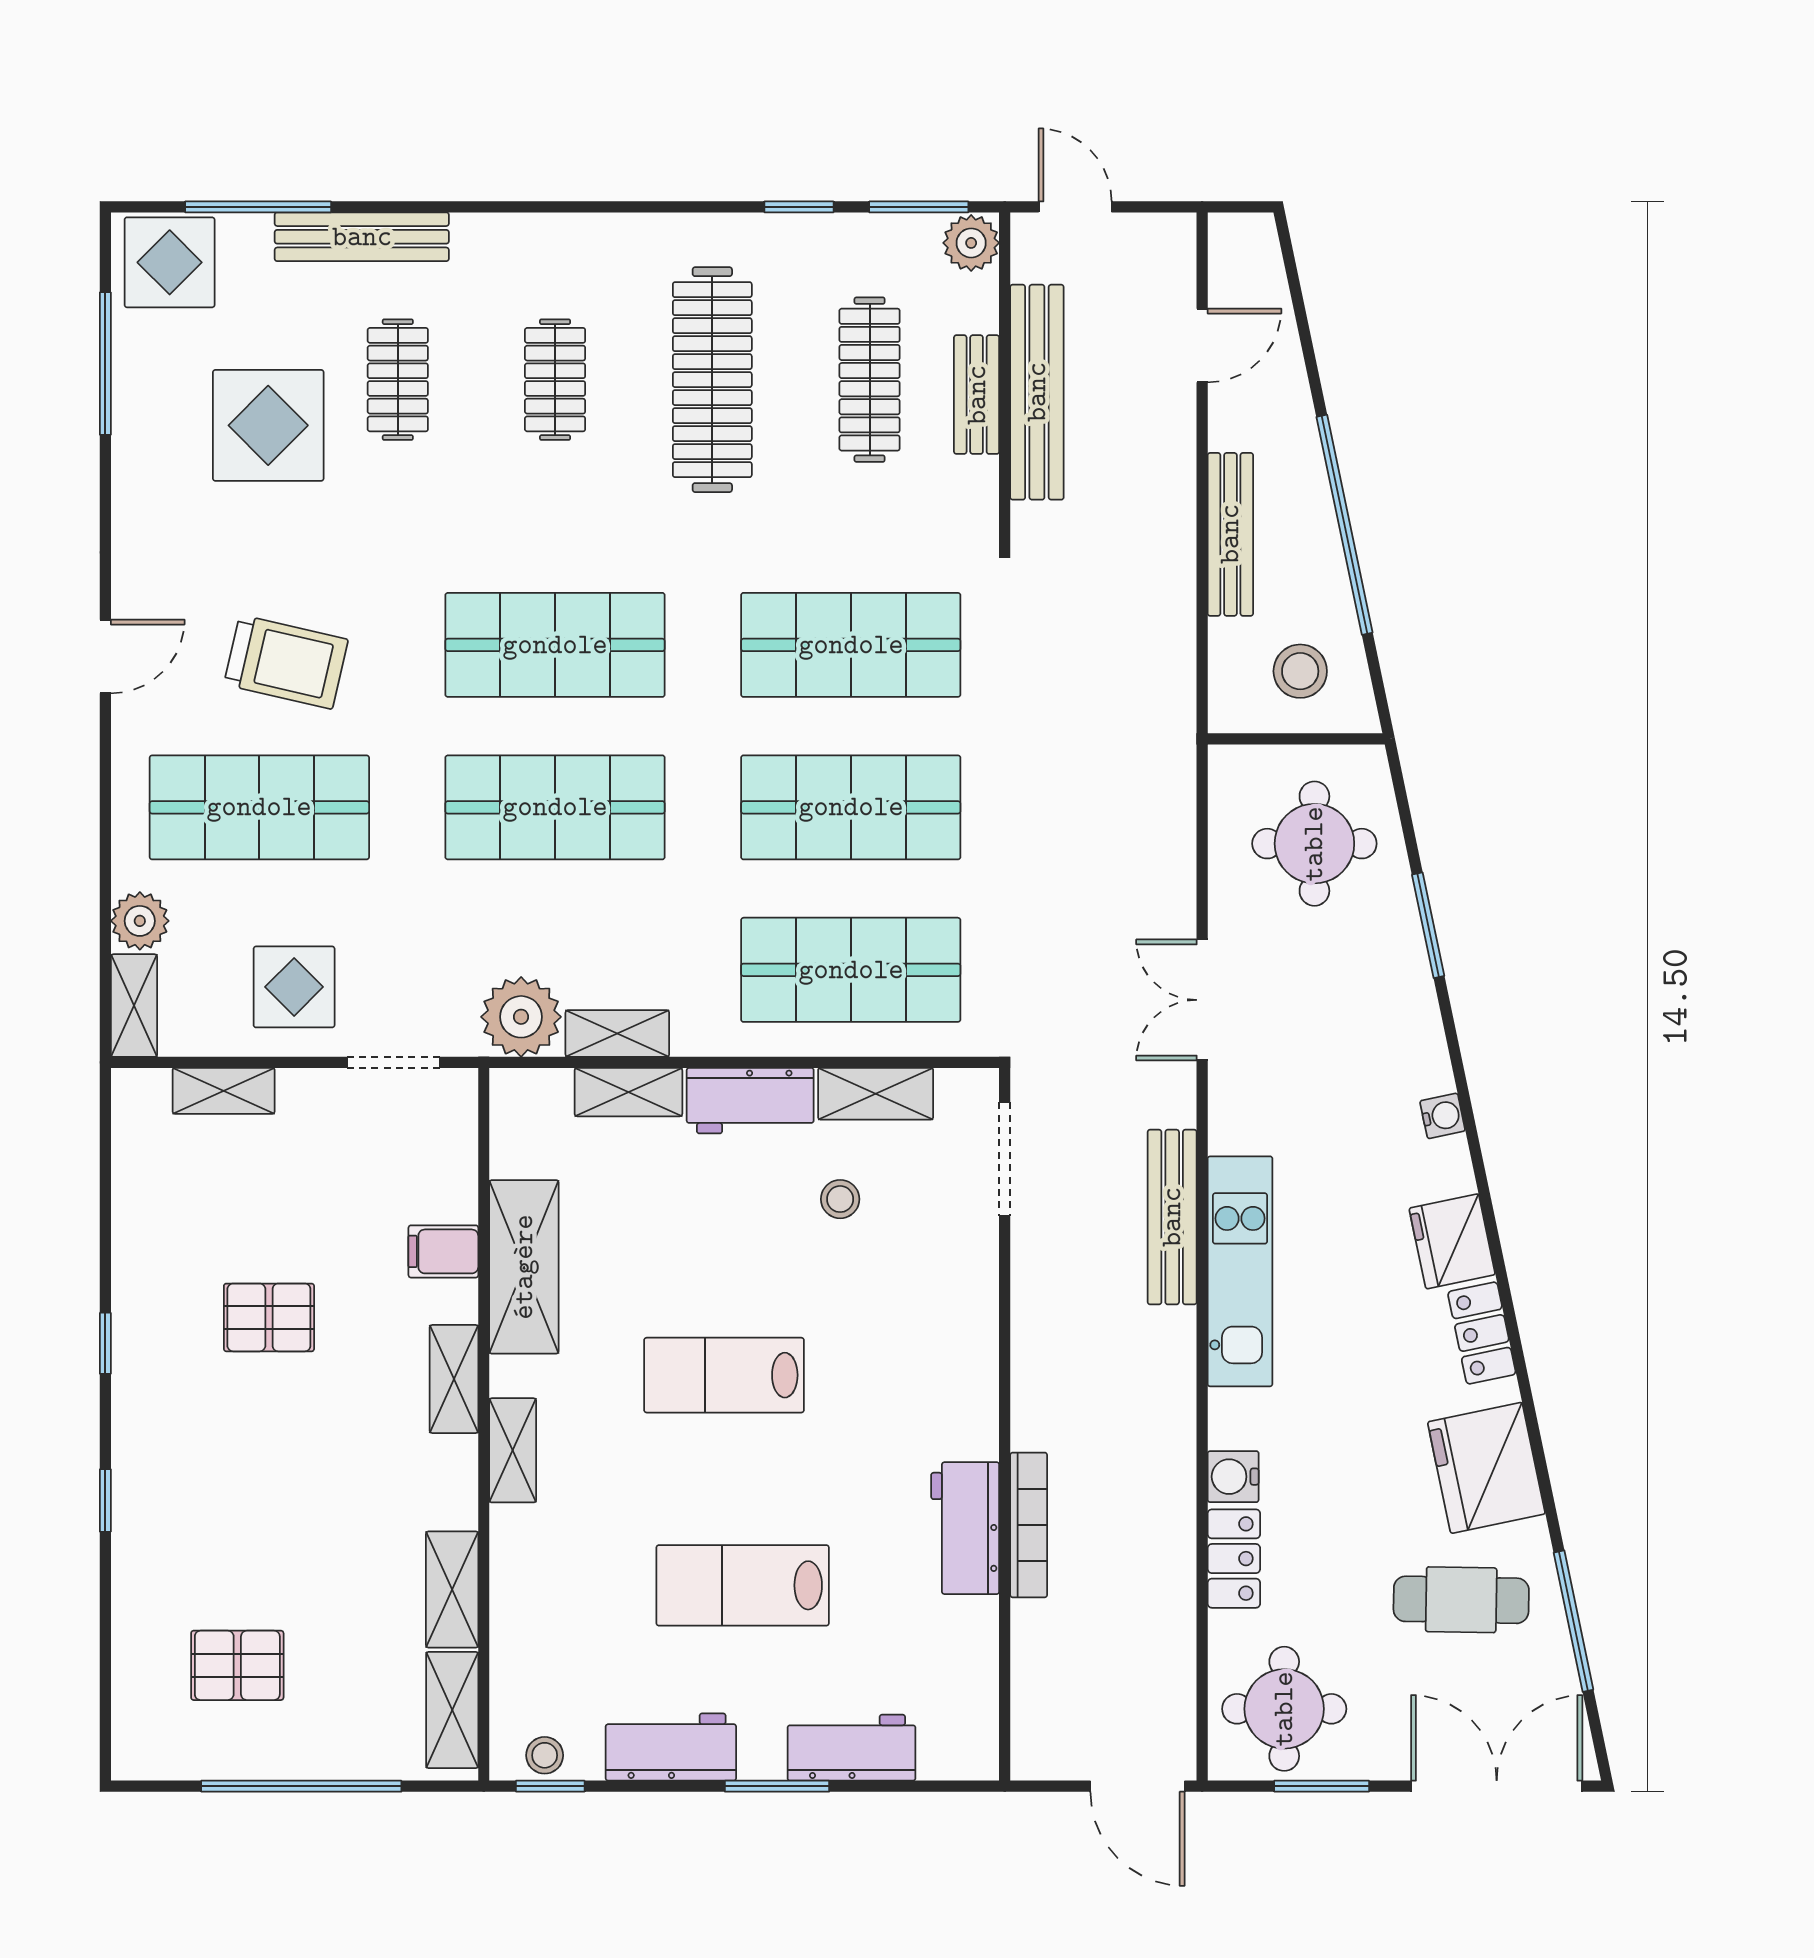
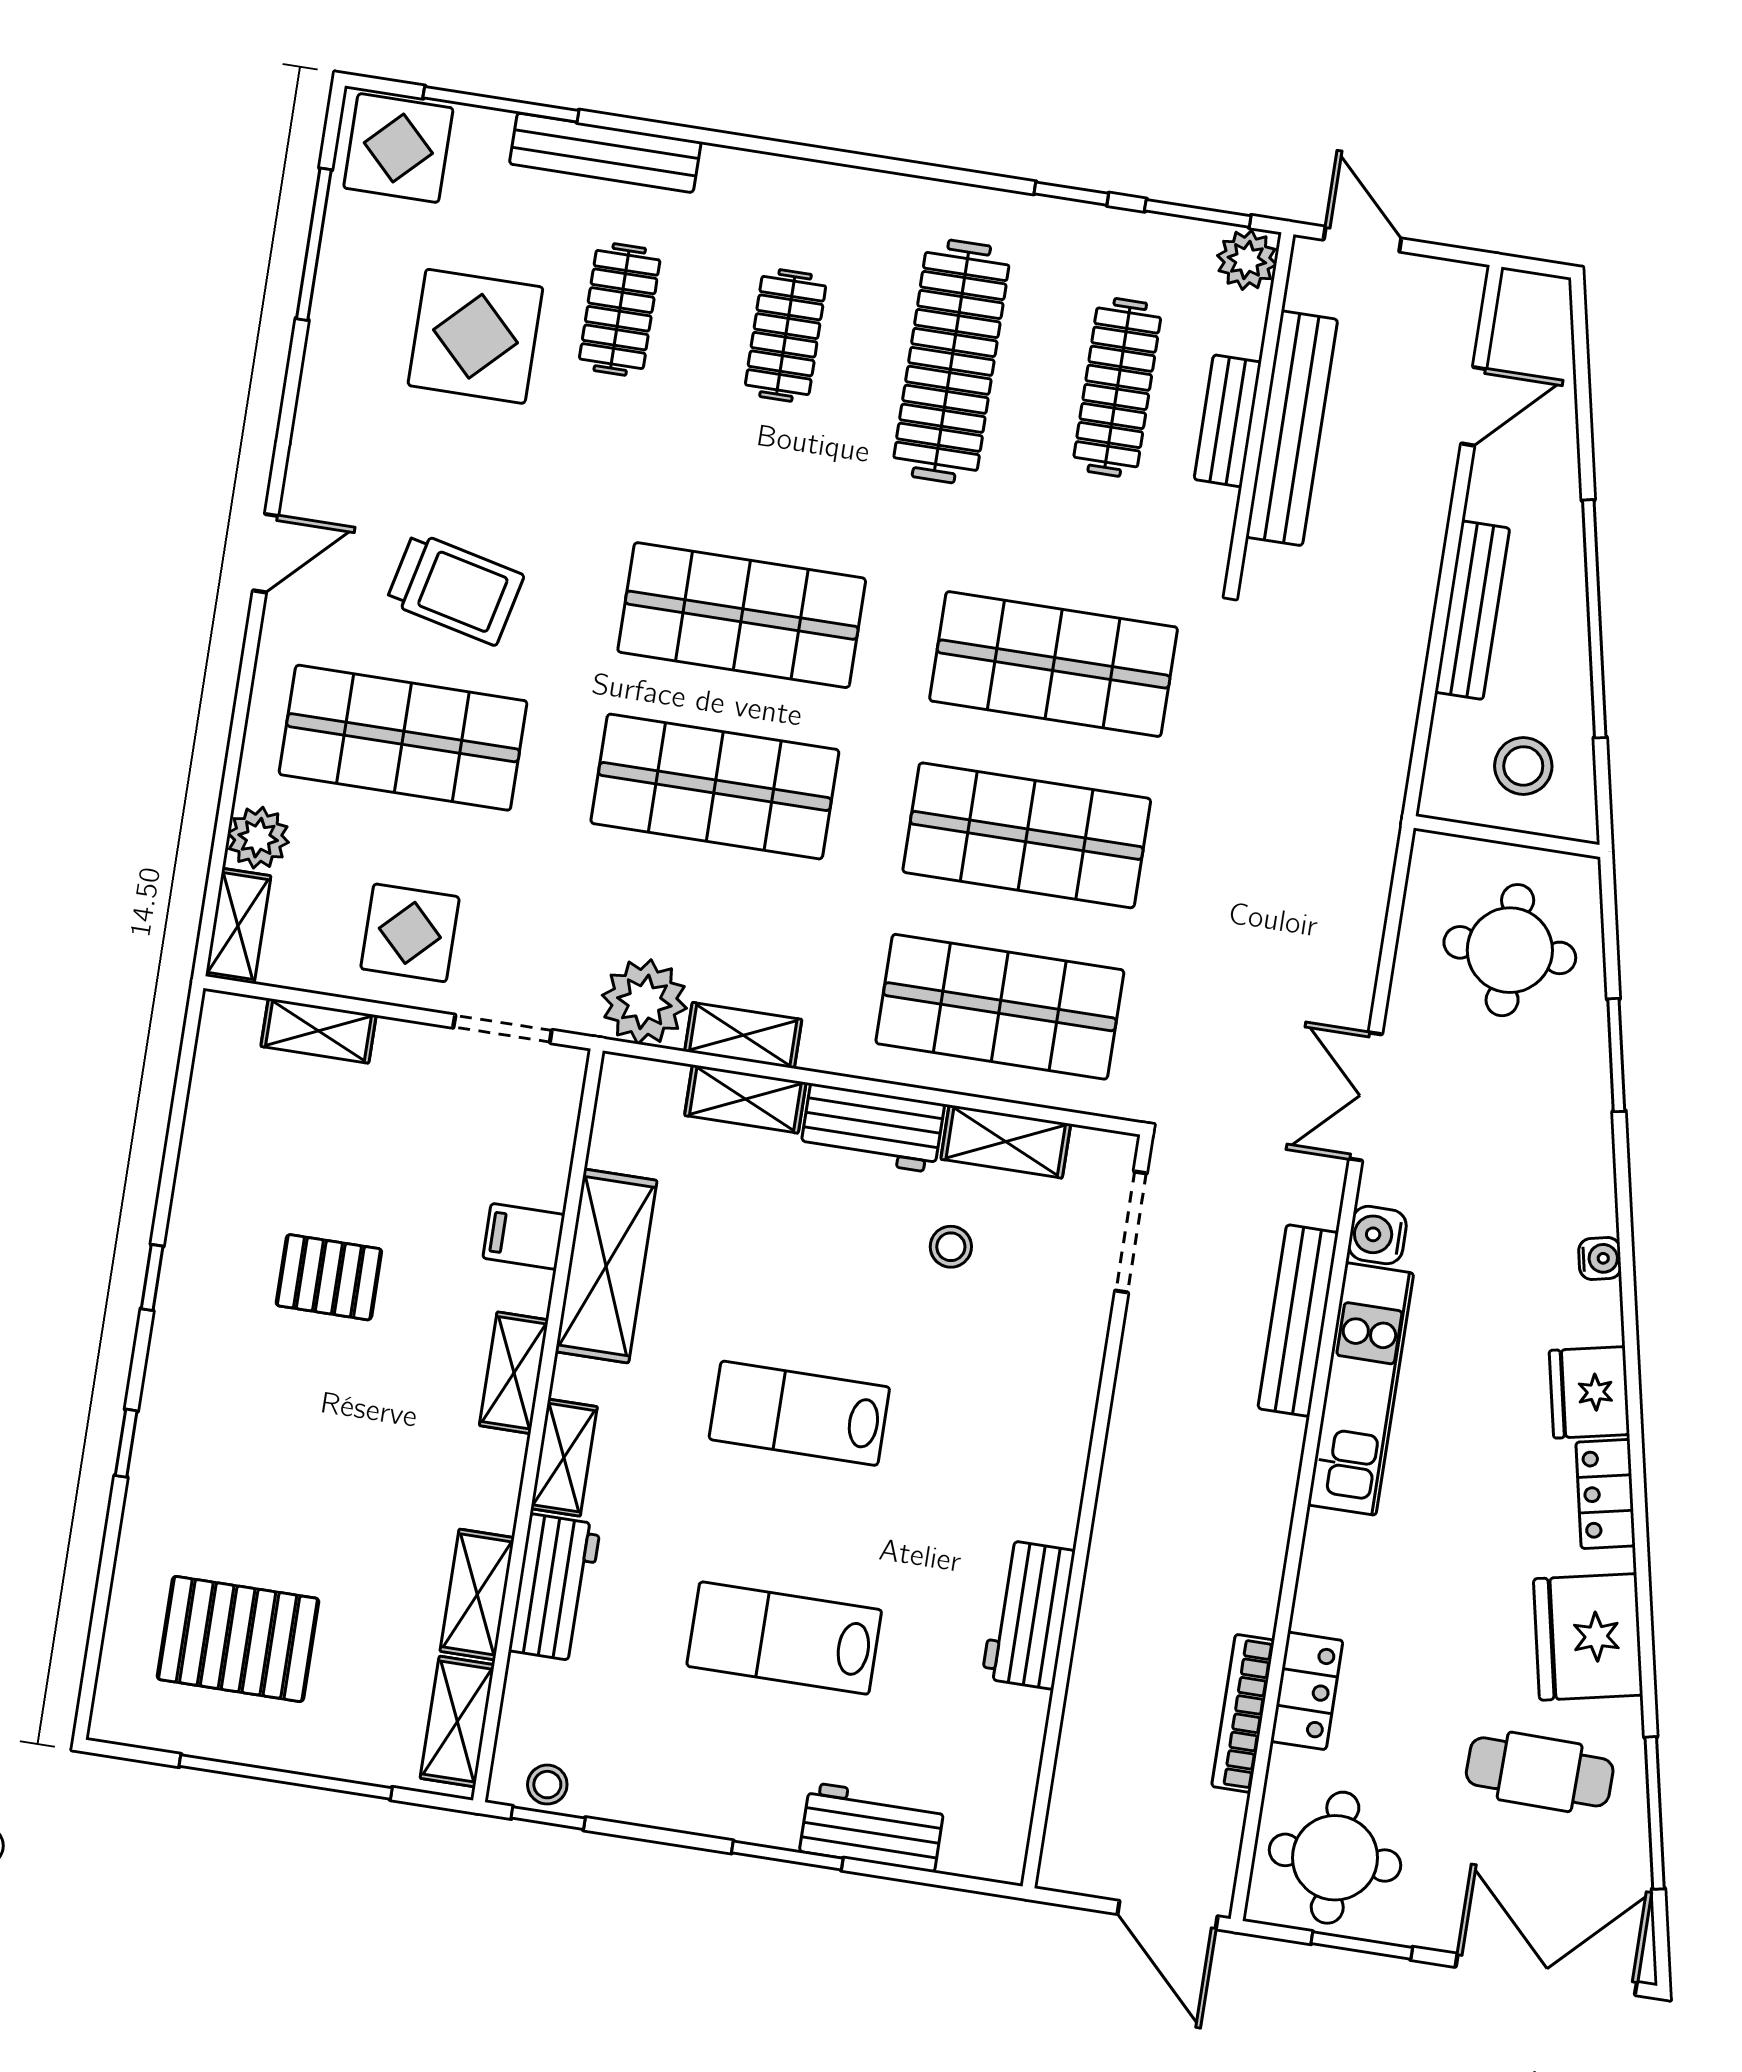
water cooler: (1233, 1477) -> (1377, 1235), moved
bookcase: (1029, 1525) -> (1243, 1713), moved, turned 180
pallet: (237, 1665) -> (238, 1639), width x1.50, depth x1.42
workbench: (671, 1747) -> (555, 1588), moved, turned 90

